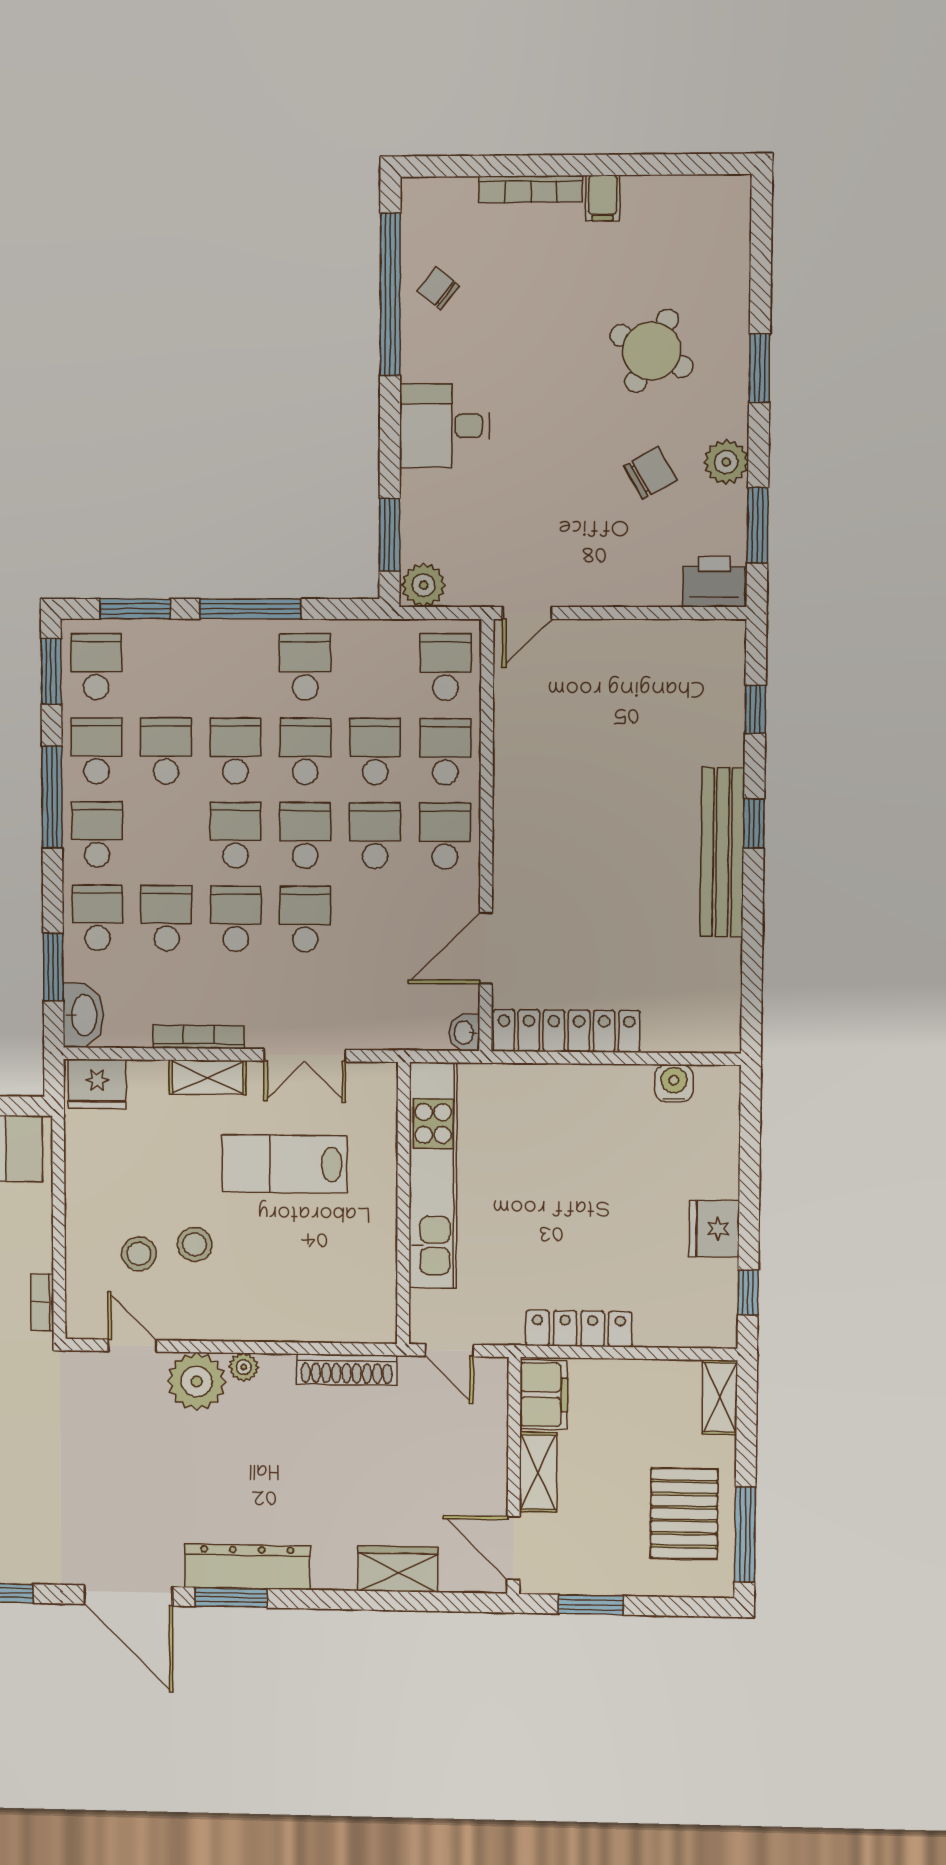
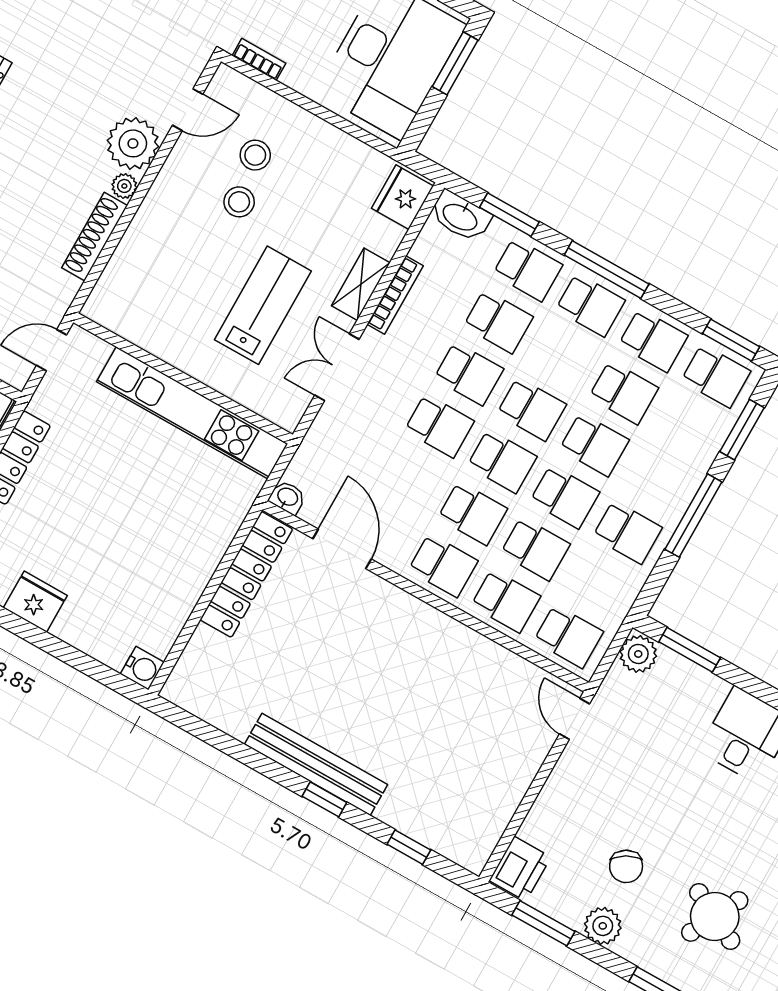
window: (52, 797) -> (607, 270), moved
water cooler: (674, 1083) -> (142, 668), moved
shoe rack: (347, 1370) -> (95, 237), moved

